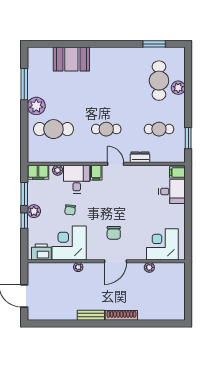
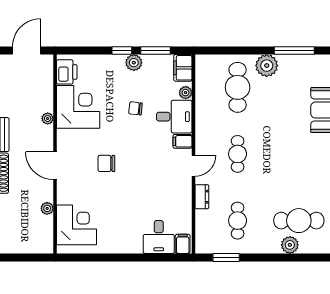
corner desk: (69, 243) -> (78, 107), moved
corner desk: (162, 244) -> (76, 225), moved
printer: (41, 252) -> (67, 72), moved
wall: (106, 261) -> (55, 154), moved
door: (116, 261) -> (55, 166), moved
plant: (78, 267) -> (48, 119), moved
plant: (149, 267) -> (47, 208), moved

